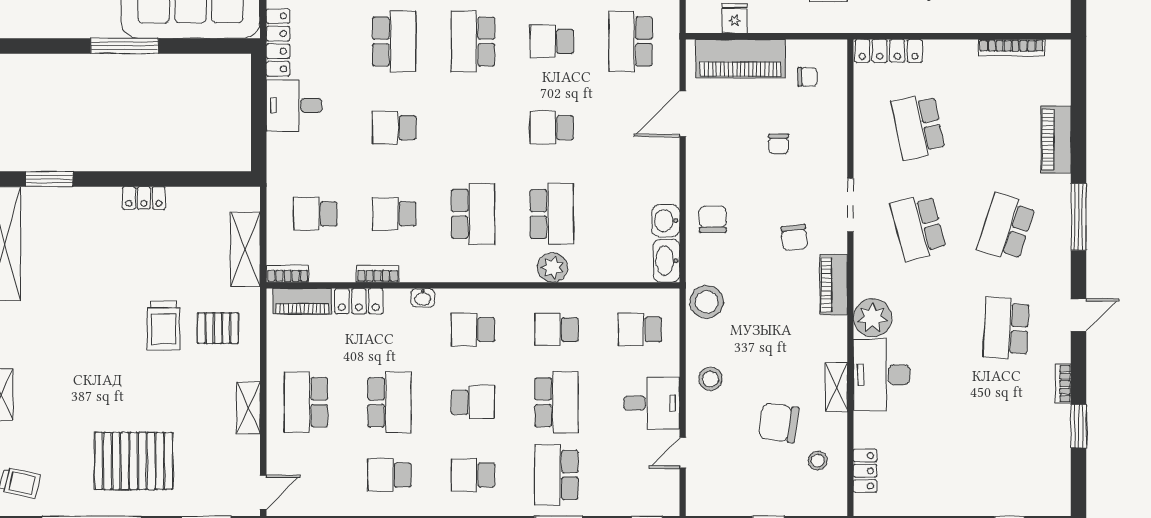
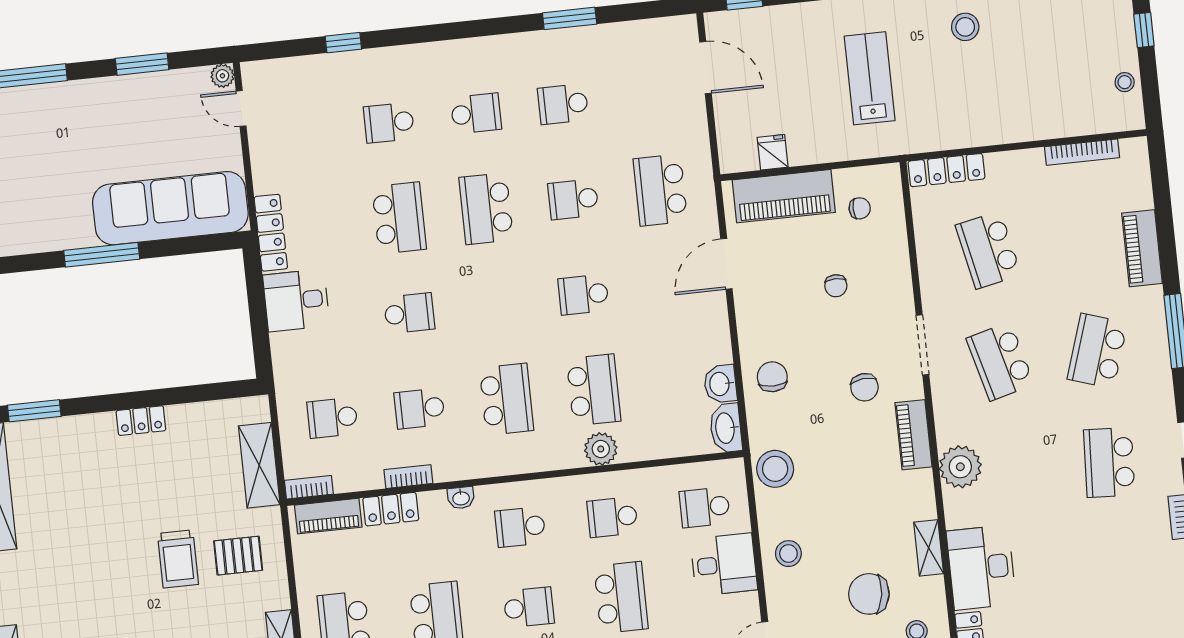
school desk: (394, 128) -> (409, 313), turned 180
desk: (882, 375) -> (981, 568), moved
desk: (652, 403) -> (724, 564), moved

